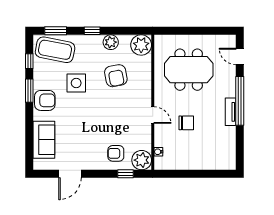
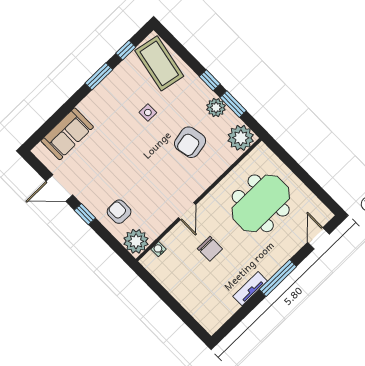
window: (56, 31) -> (233, 104), moved
meeting table: (189, 70) -> (261, 203), turned 90
side table: (76, 83) -> (148, 113), width x0.54, depth x0.54
armchair: (45, 100) -> (104, 99), removed
window: (240, 101) -> (278, 278), width x0.68
tv unit: (231, 112) -> (250, 289), moved
window: (126, 174) -> (85, 214), moved

